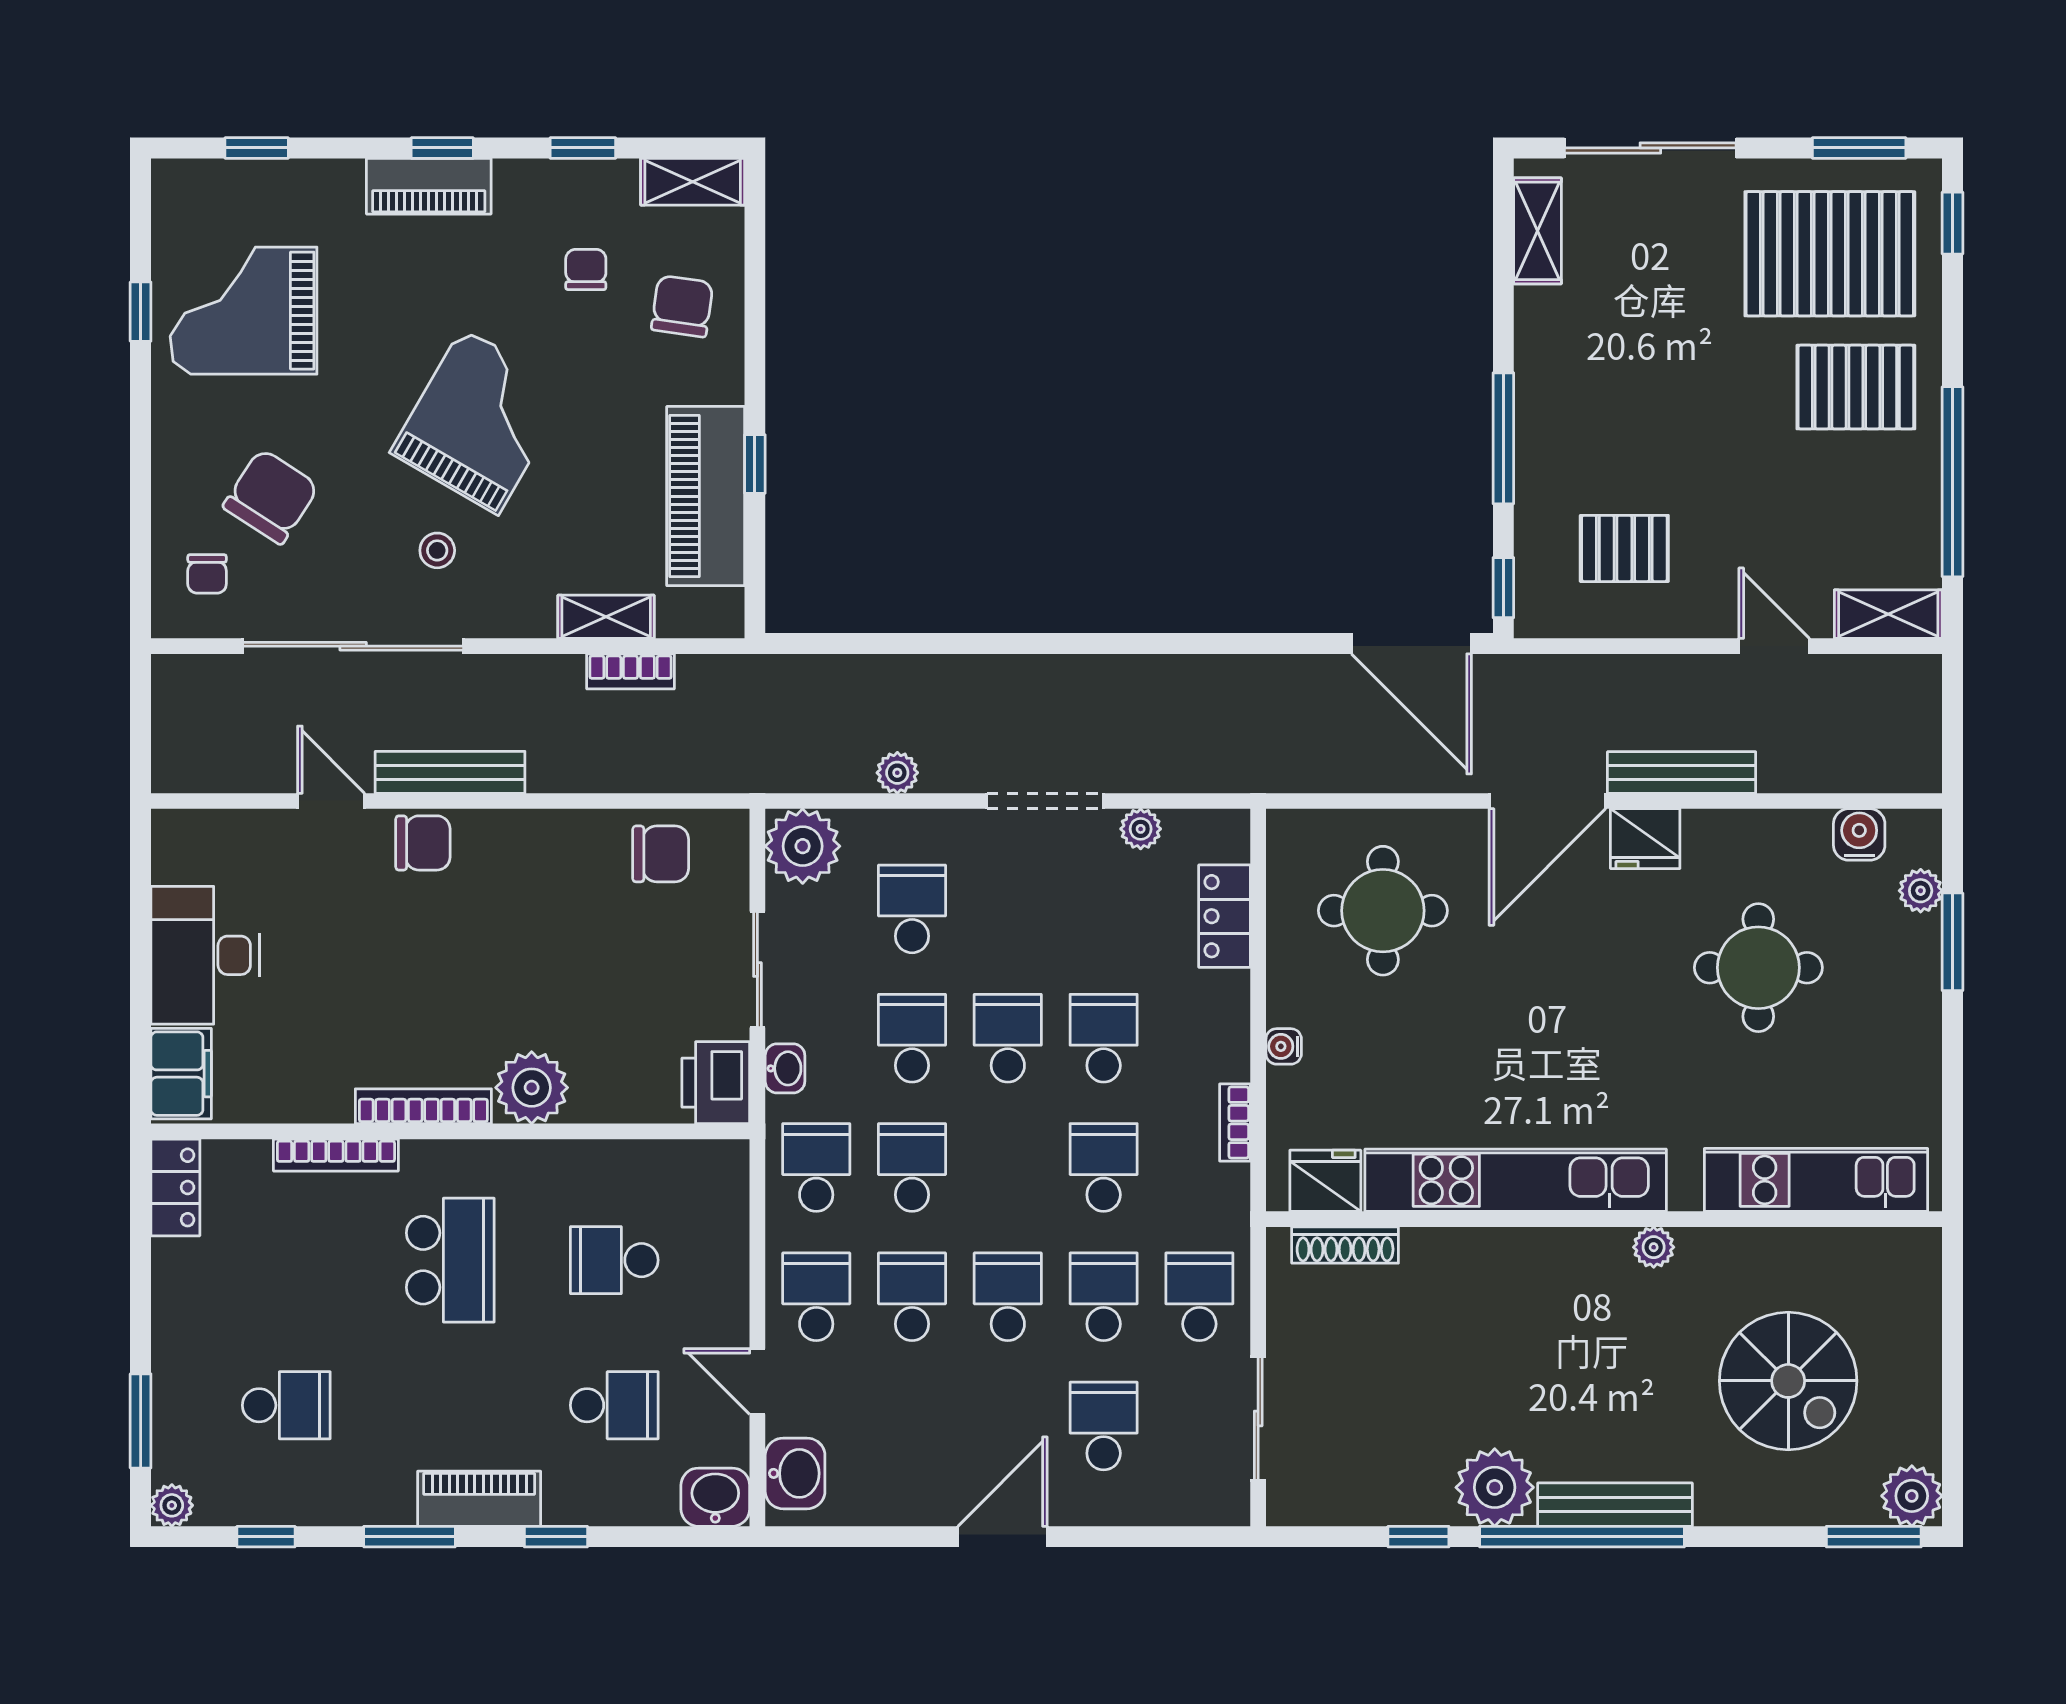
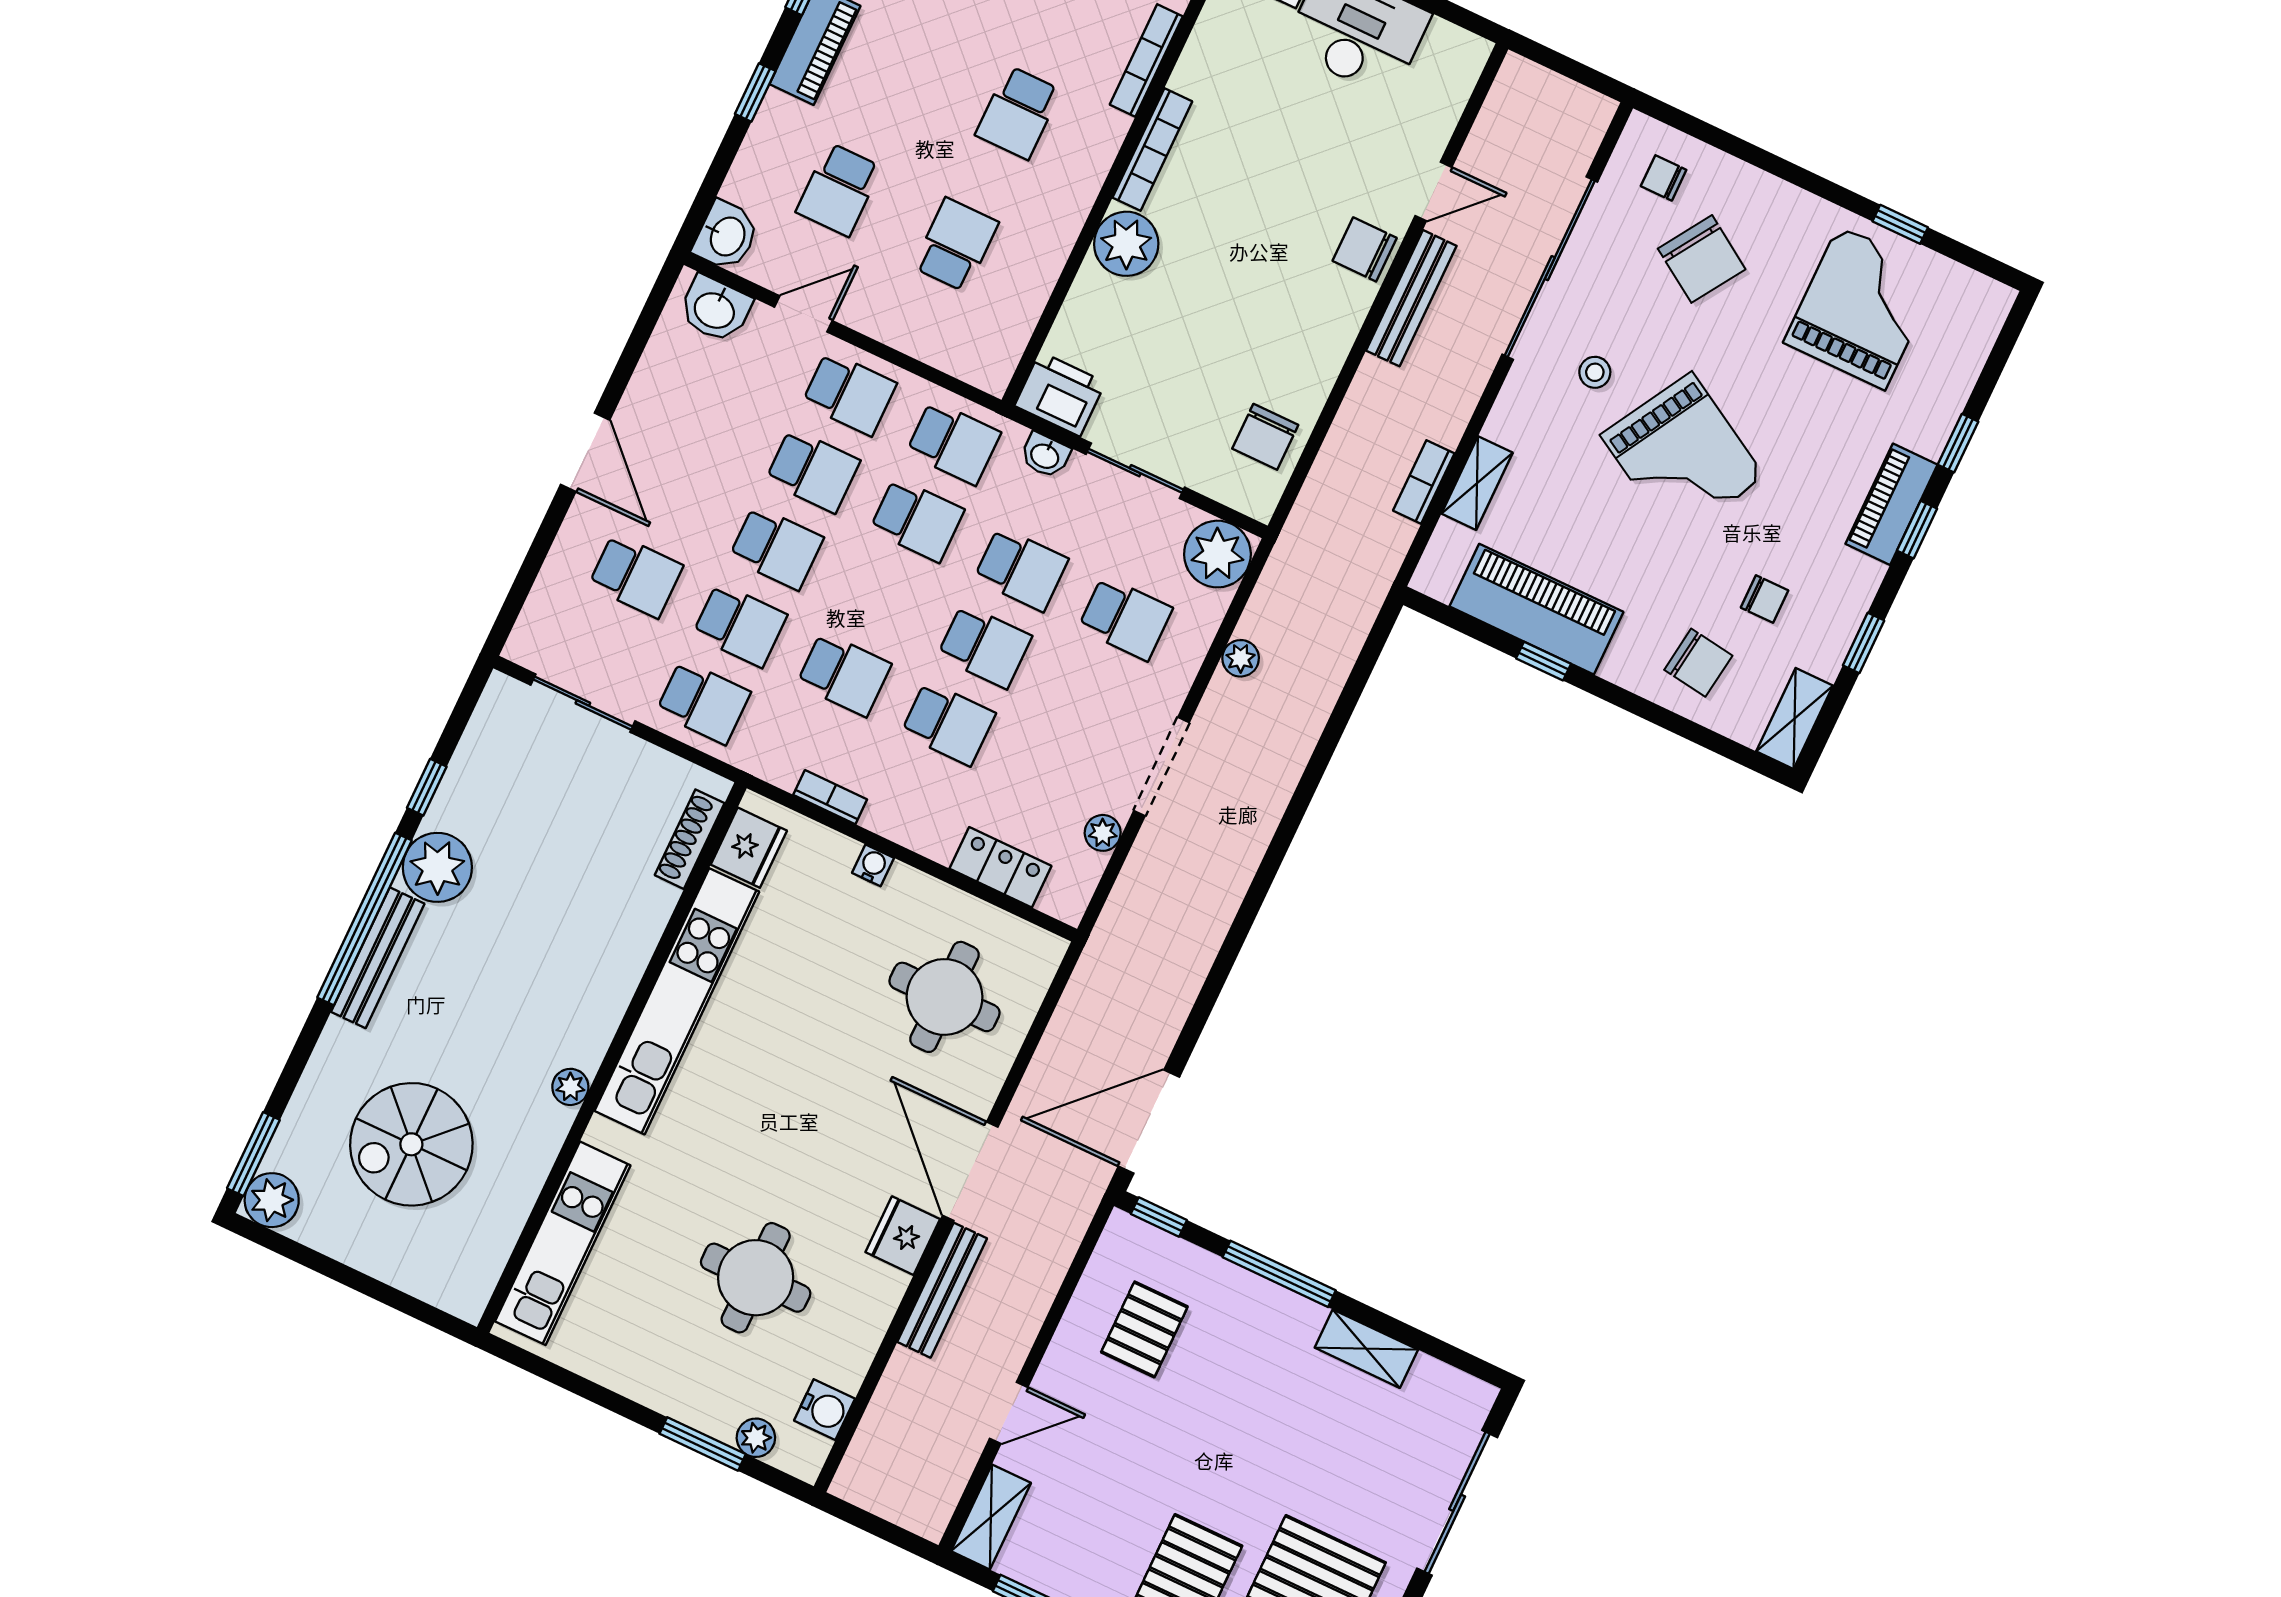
window: (257, 148) -> (1958, 443), moved
shelving: (1537, 231) -> (1366, 1349), moved
chair: (423, 843) -> (1365, 249), turned 90
school desk: (450, 1260) -> (1018, 113), width x0.54

